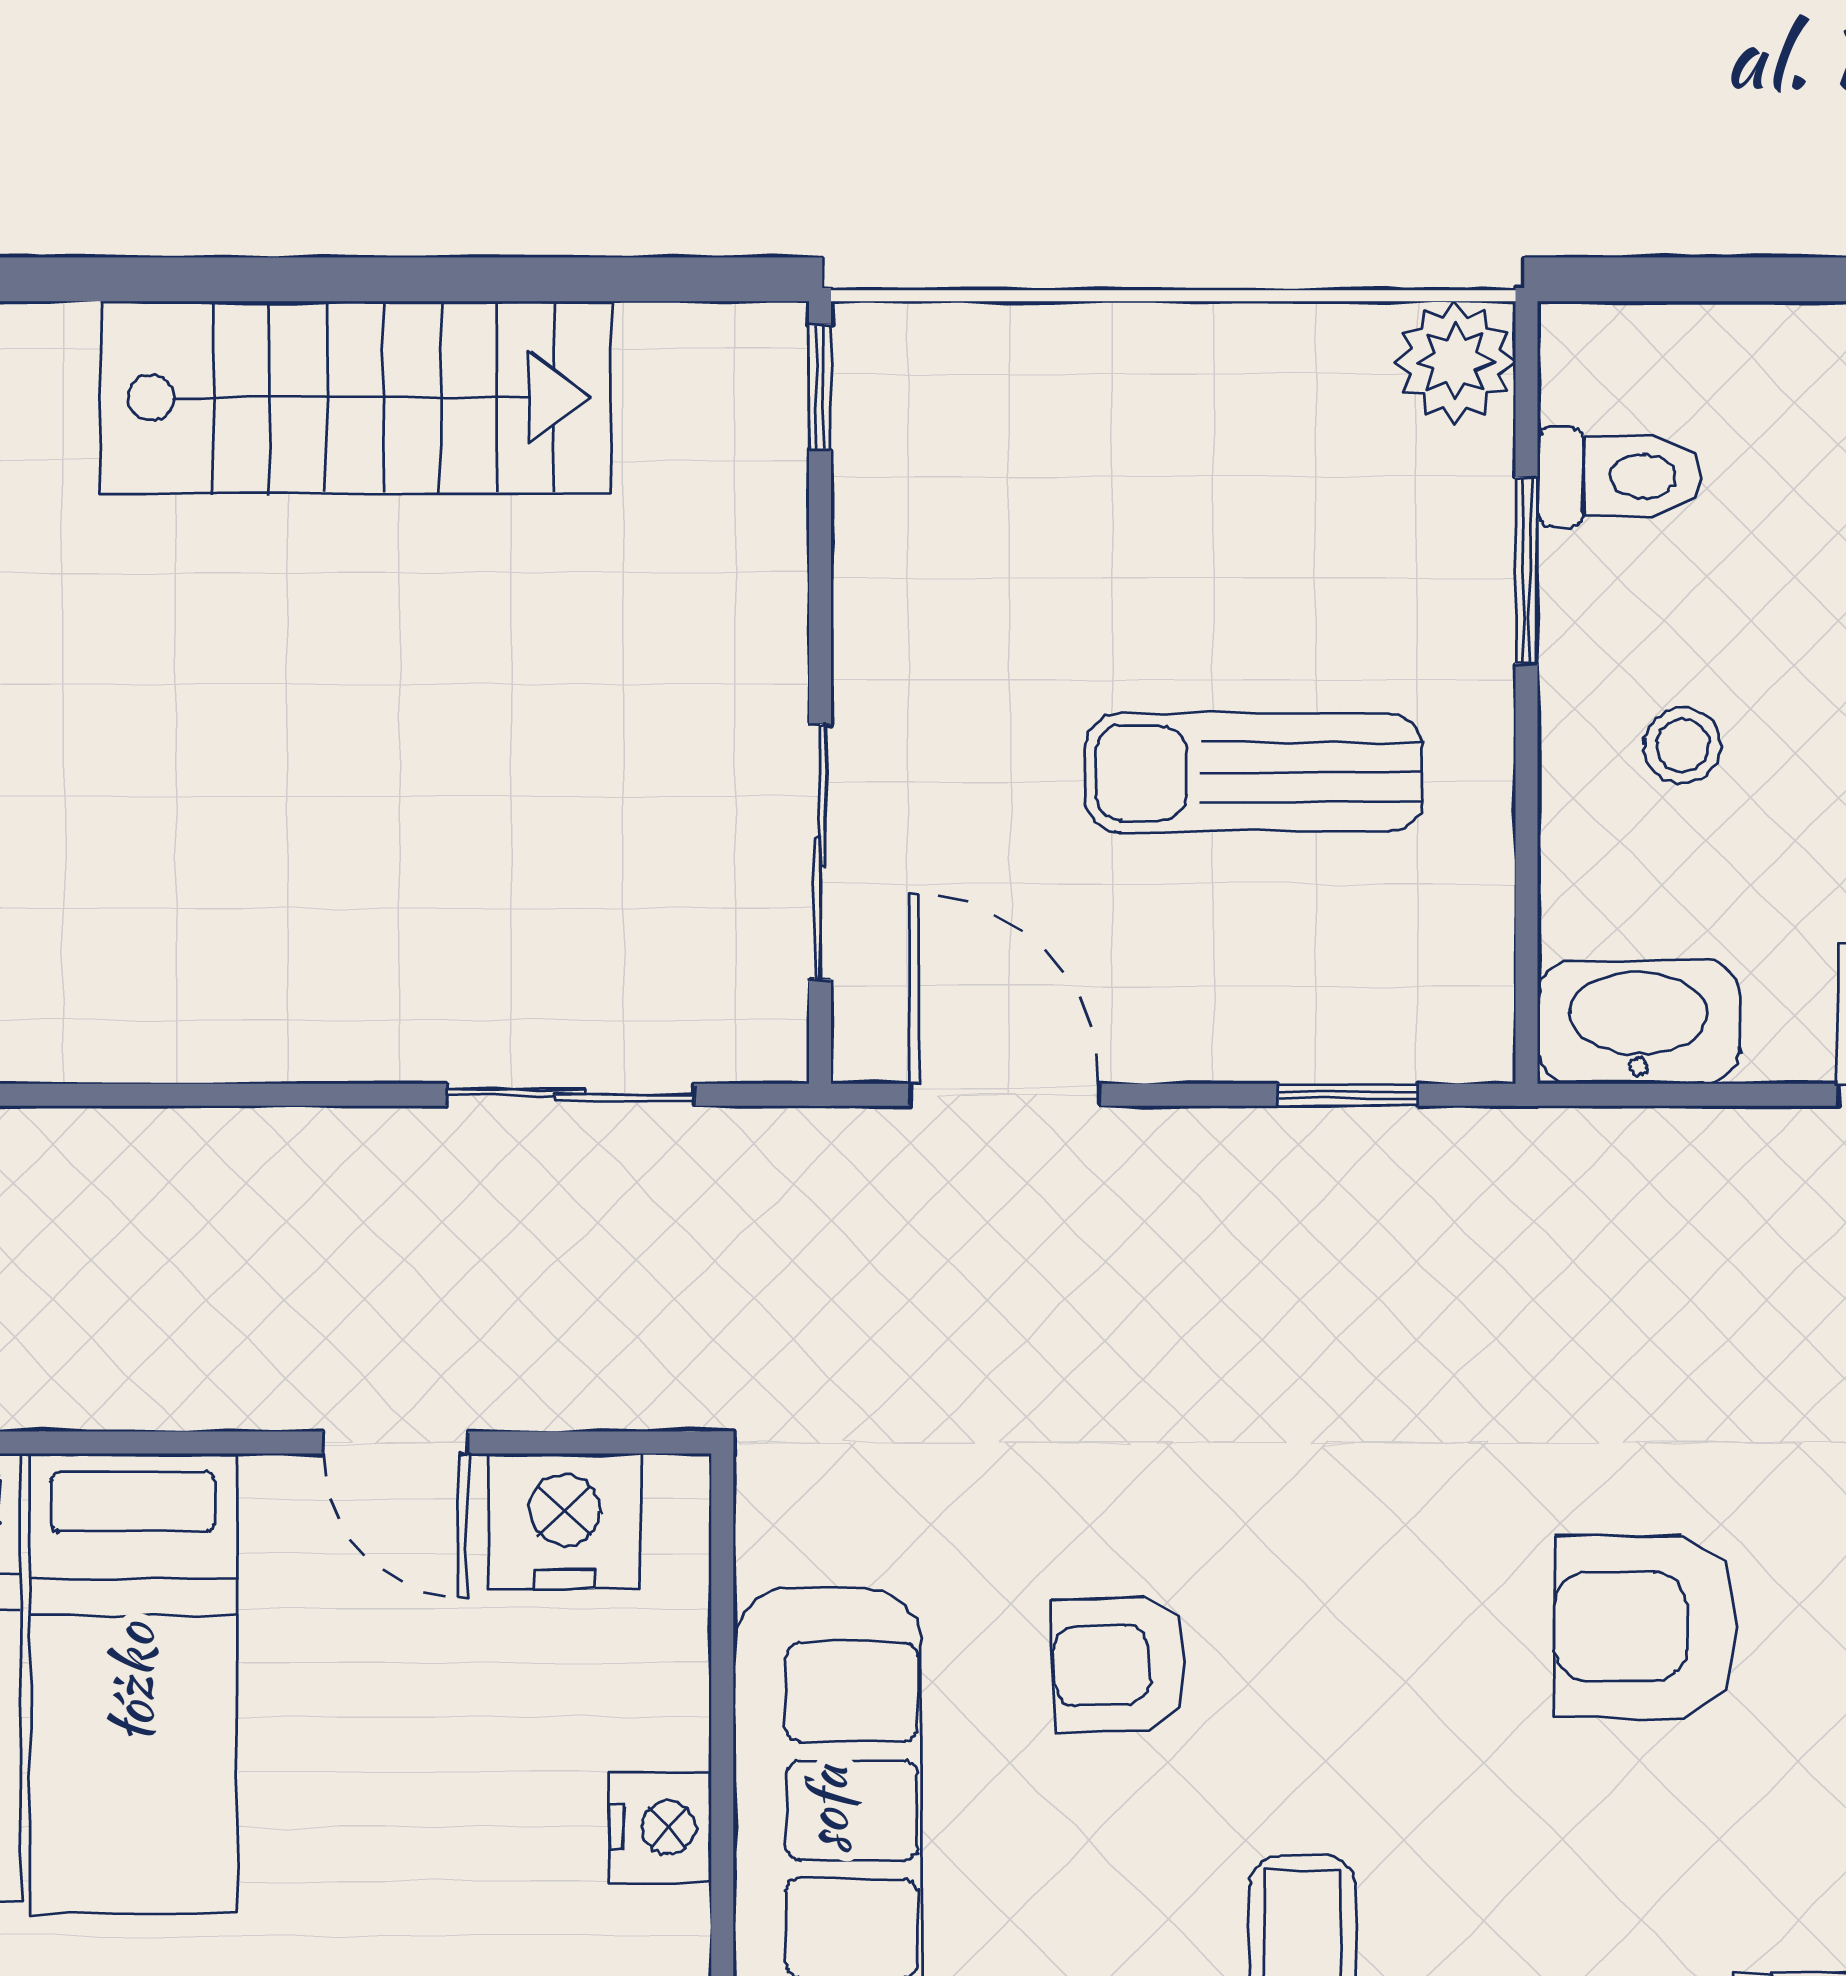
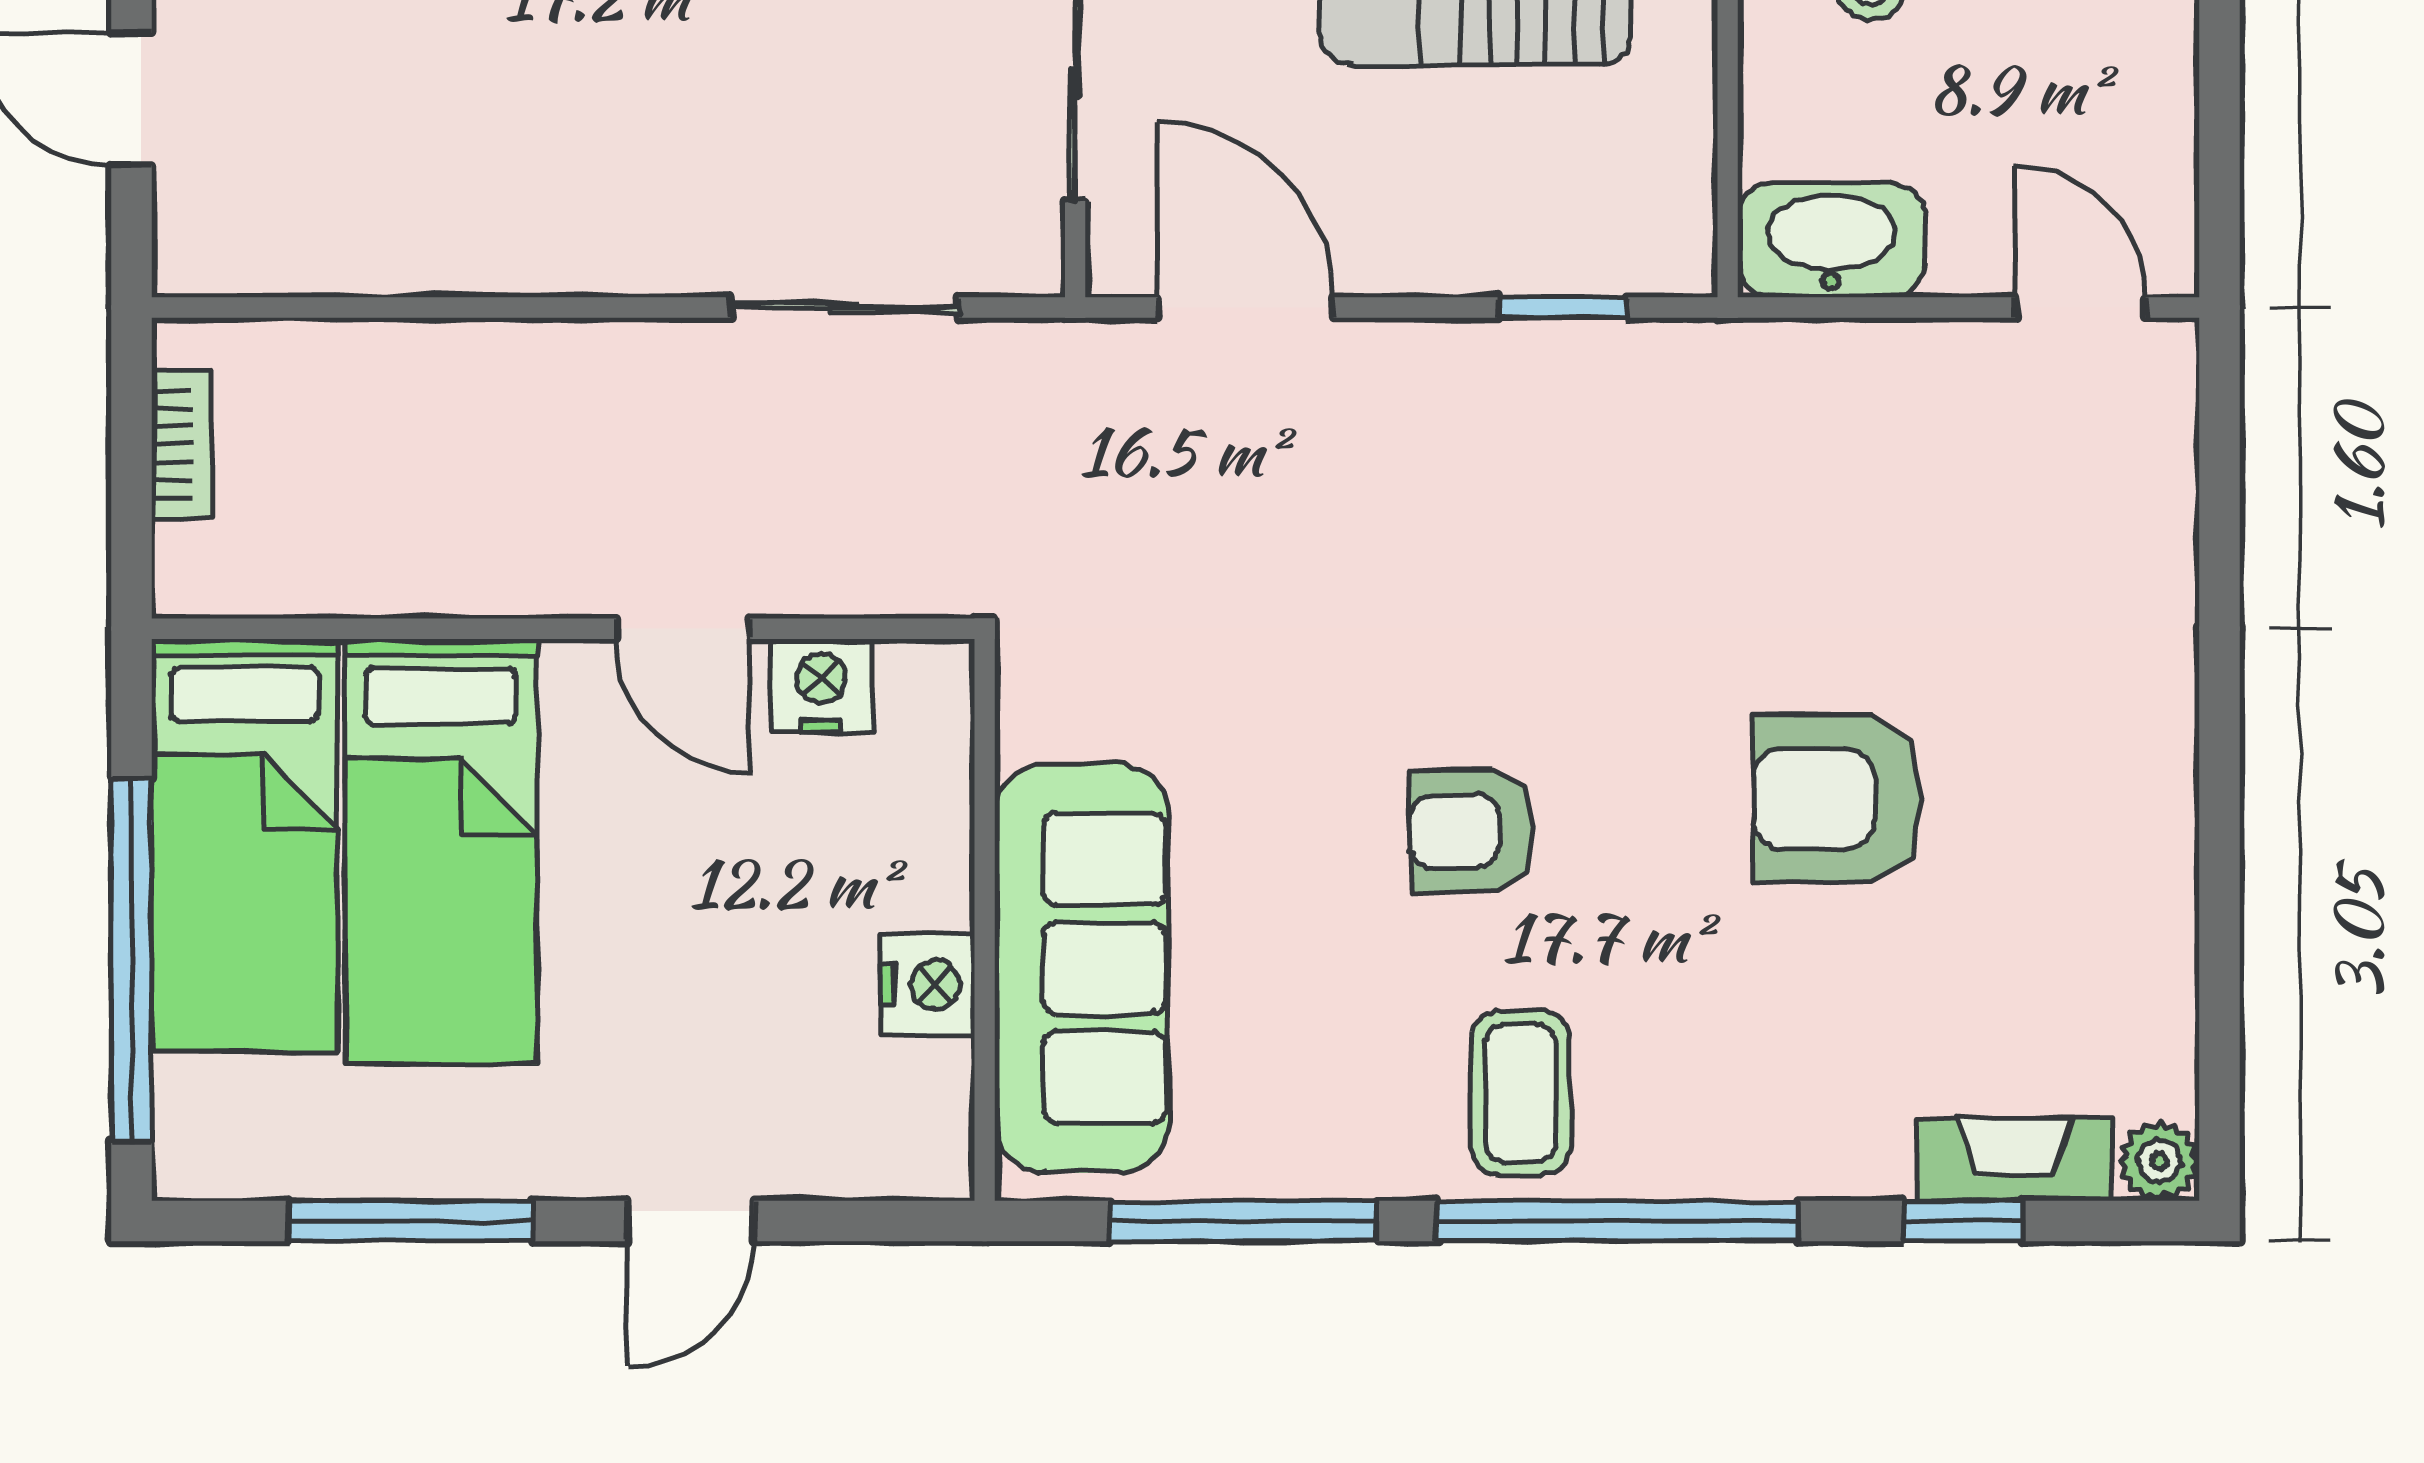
nightstand: (565, 1521) -> (821, 686), width x0.74, depth x0.75
armchair: (1120, 1665) -> (1472, 831), moved

